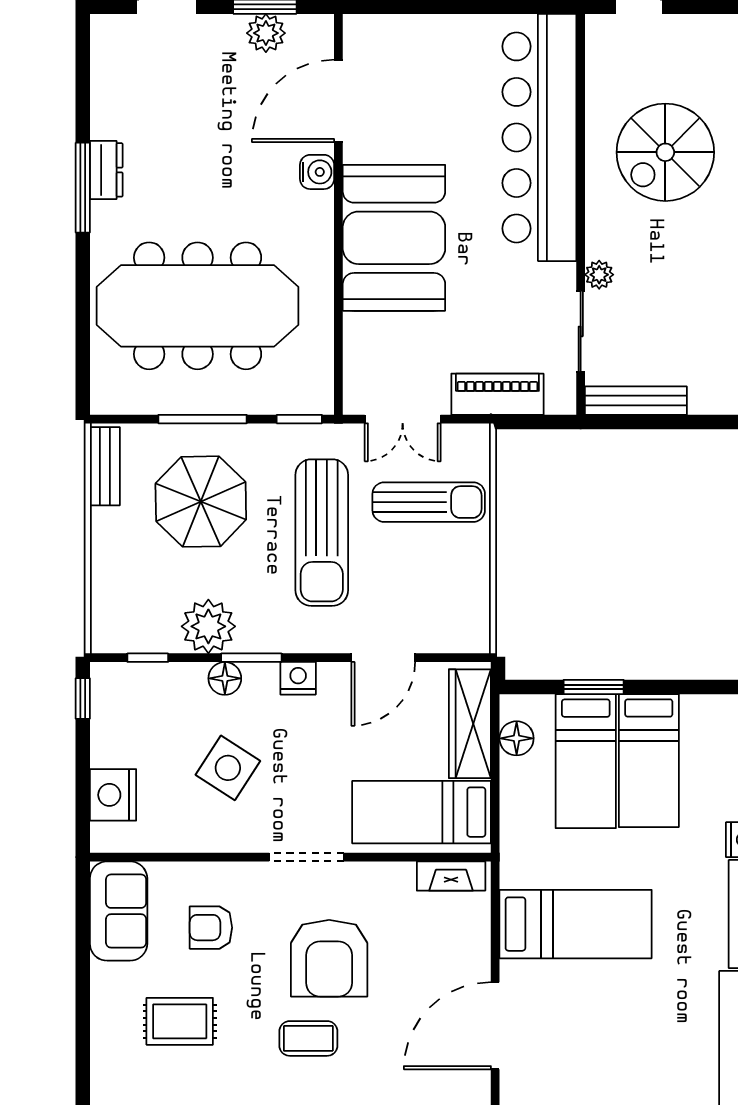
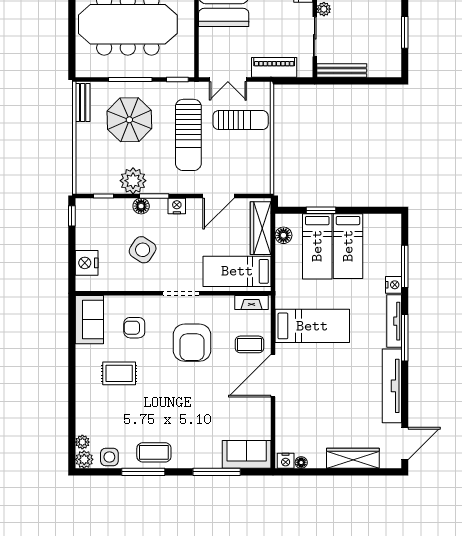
coffee table: (308, 1038) -> (249, 344), moved

